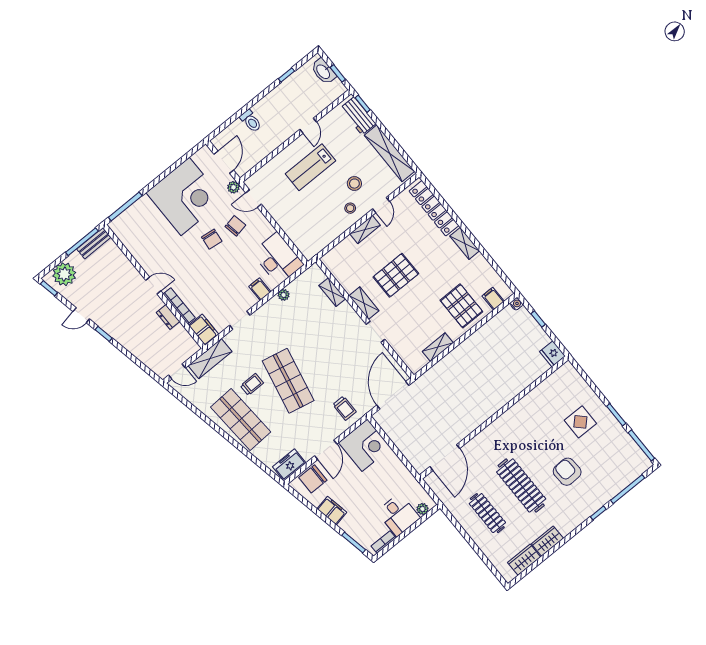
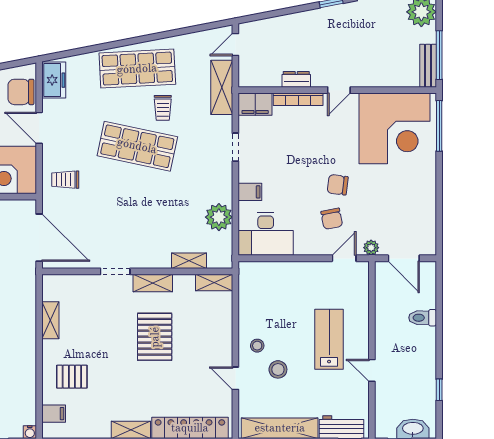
corner desk: (185, 196) -> (394, 128), moved, turned -90
shelving: (365, 229) -> (214, 282), moved, turned 90
plant: (284, 295) -> (219, 217), width x1.88, depth x1.88
pallet: (461, 306) -> (72, 377), width x0.67, depth x0.71
chair: (313, 479) -> (21, 92), turned -90

